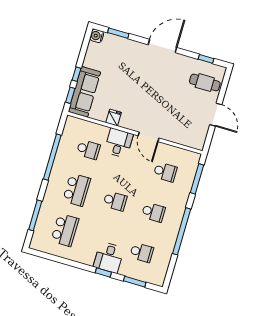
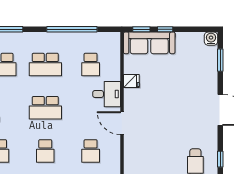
door: (149, 137) -> (122, 123), hinge flipped
school desk: (115, 201) -> (45, 108), width x1.85

